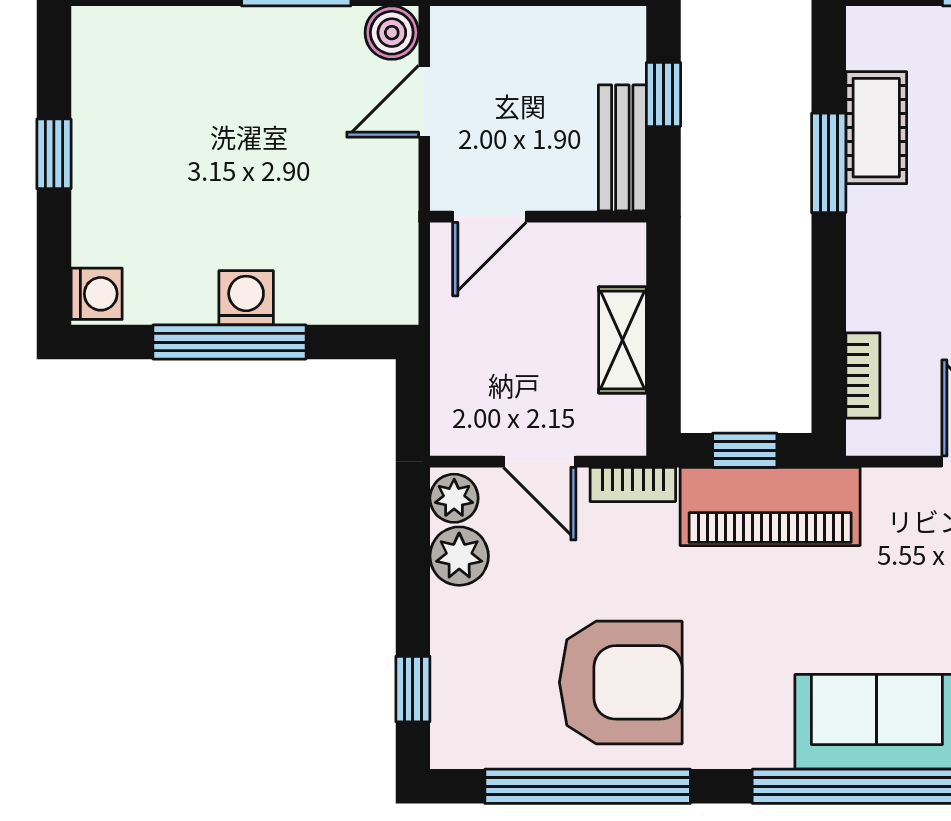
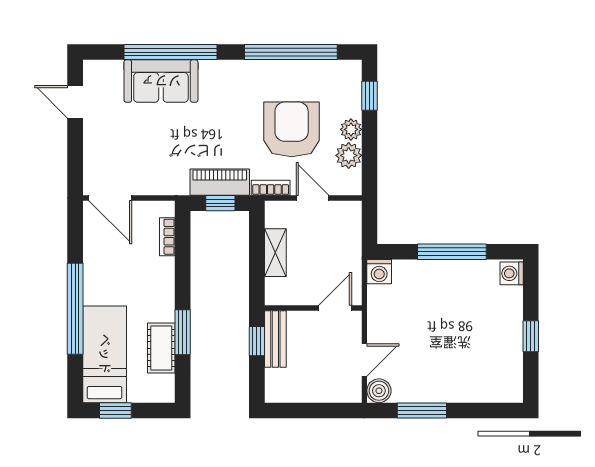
window: (663, 94) -> (257, 341), moved
washing machine: (246, 298) -> (379, 272), moved
plant: (454, 498) -> (351, 129), moved
piano: (770, 506) -> (220, 182), width x0.73, depth x0.75
armchair: (621, 682) -> (292, 129), moved, turned 90

